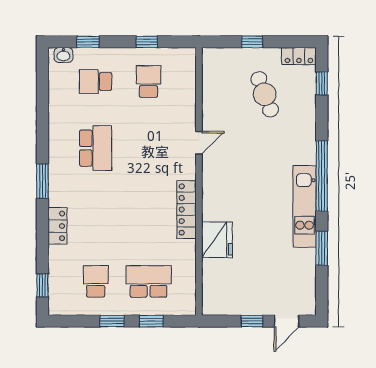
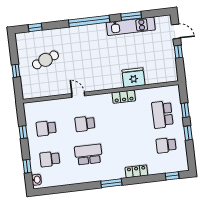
locker: (299, 56) -> (21, 43), removed
school desk: (96, 82) -> (50, 159), turned 90
school desk: (149, 148) -> (85, 124), added
kitchen unit: (305, 206) -> (131, 26), moved
locker: (186, 209) -> (124, 97), width x0.66

